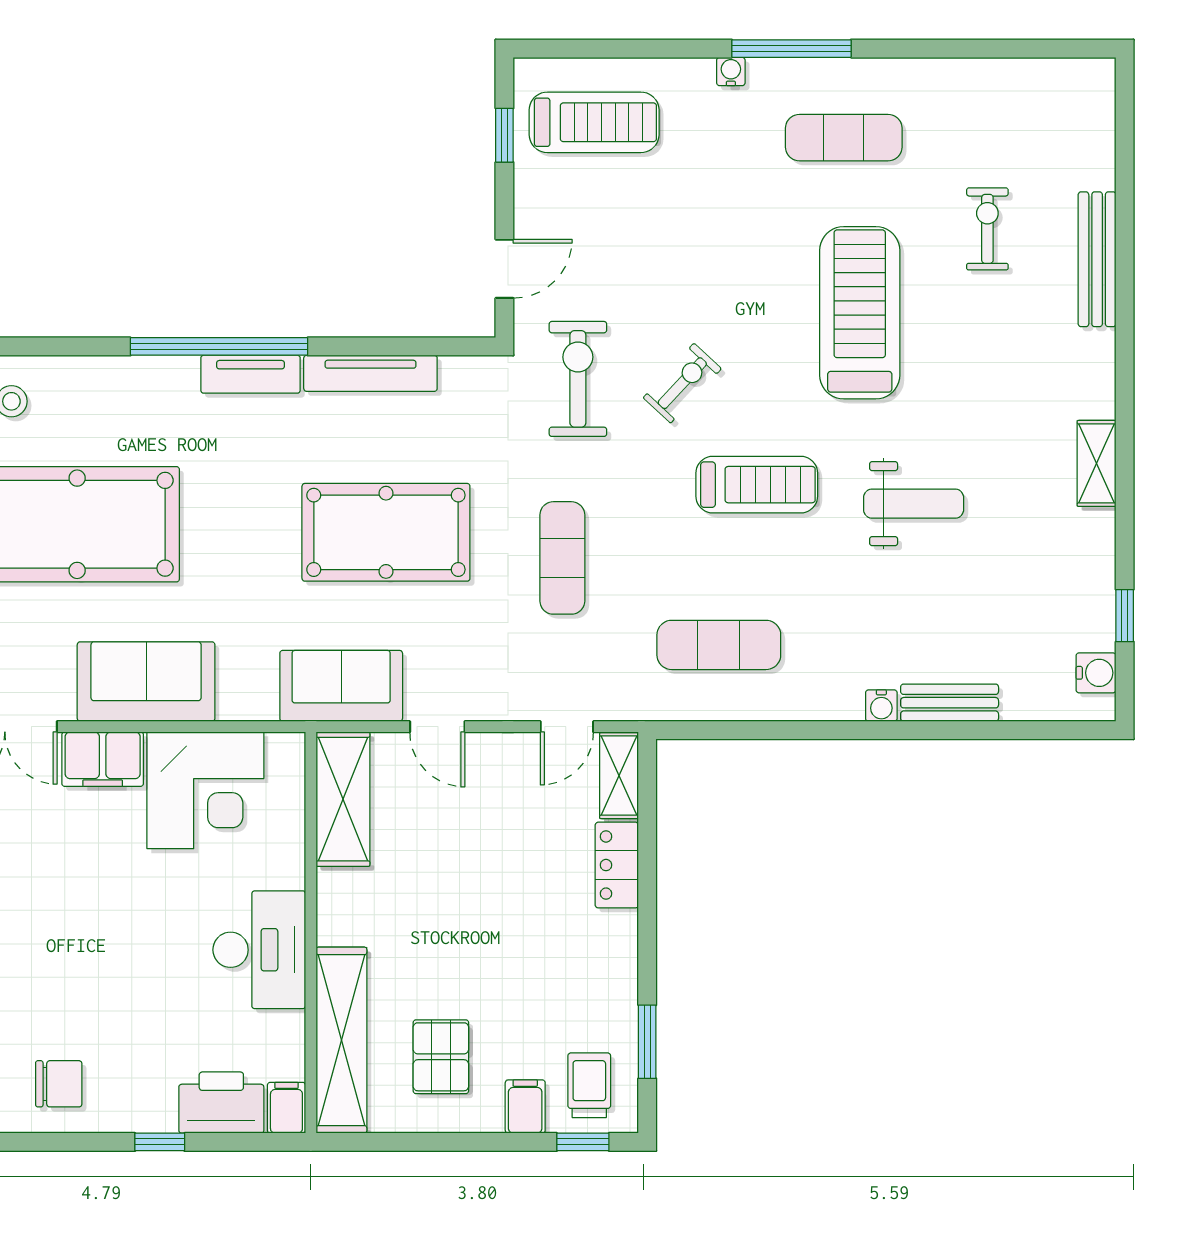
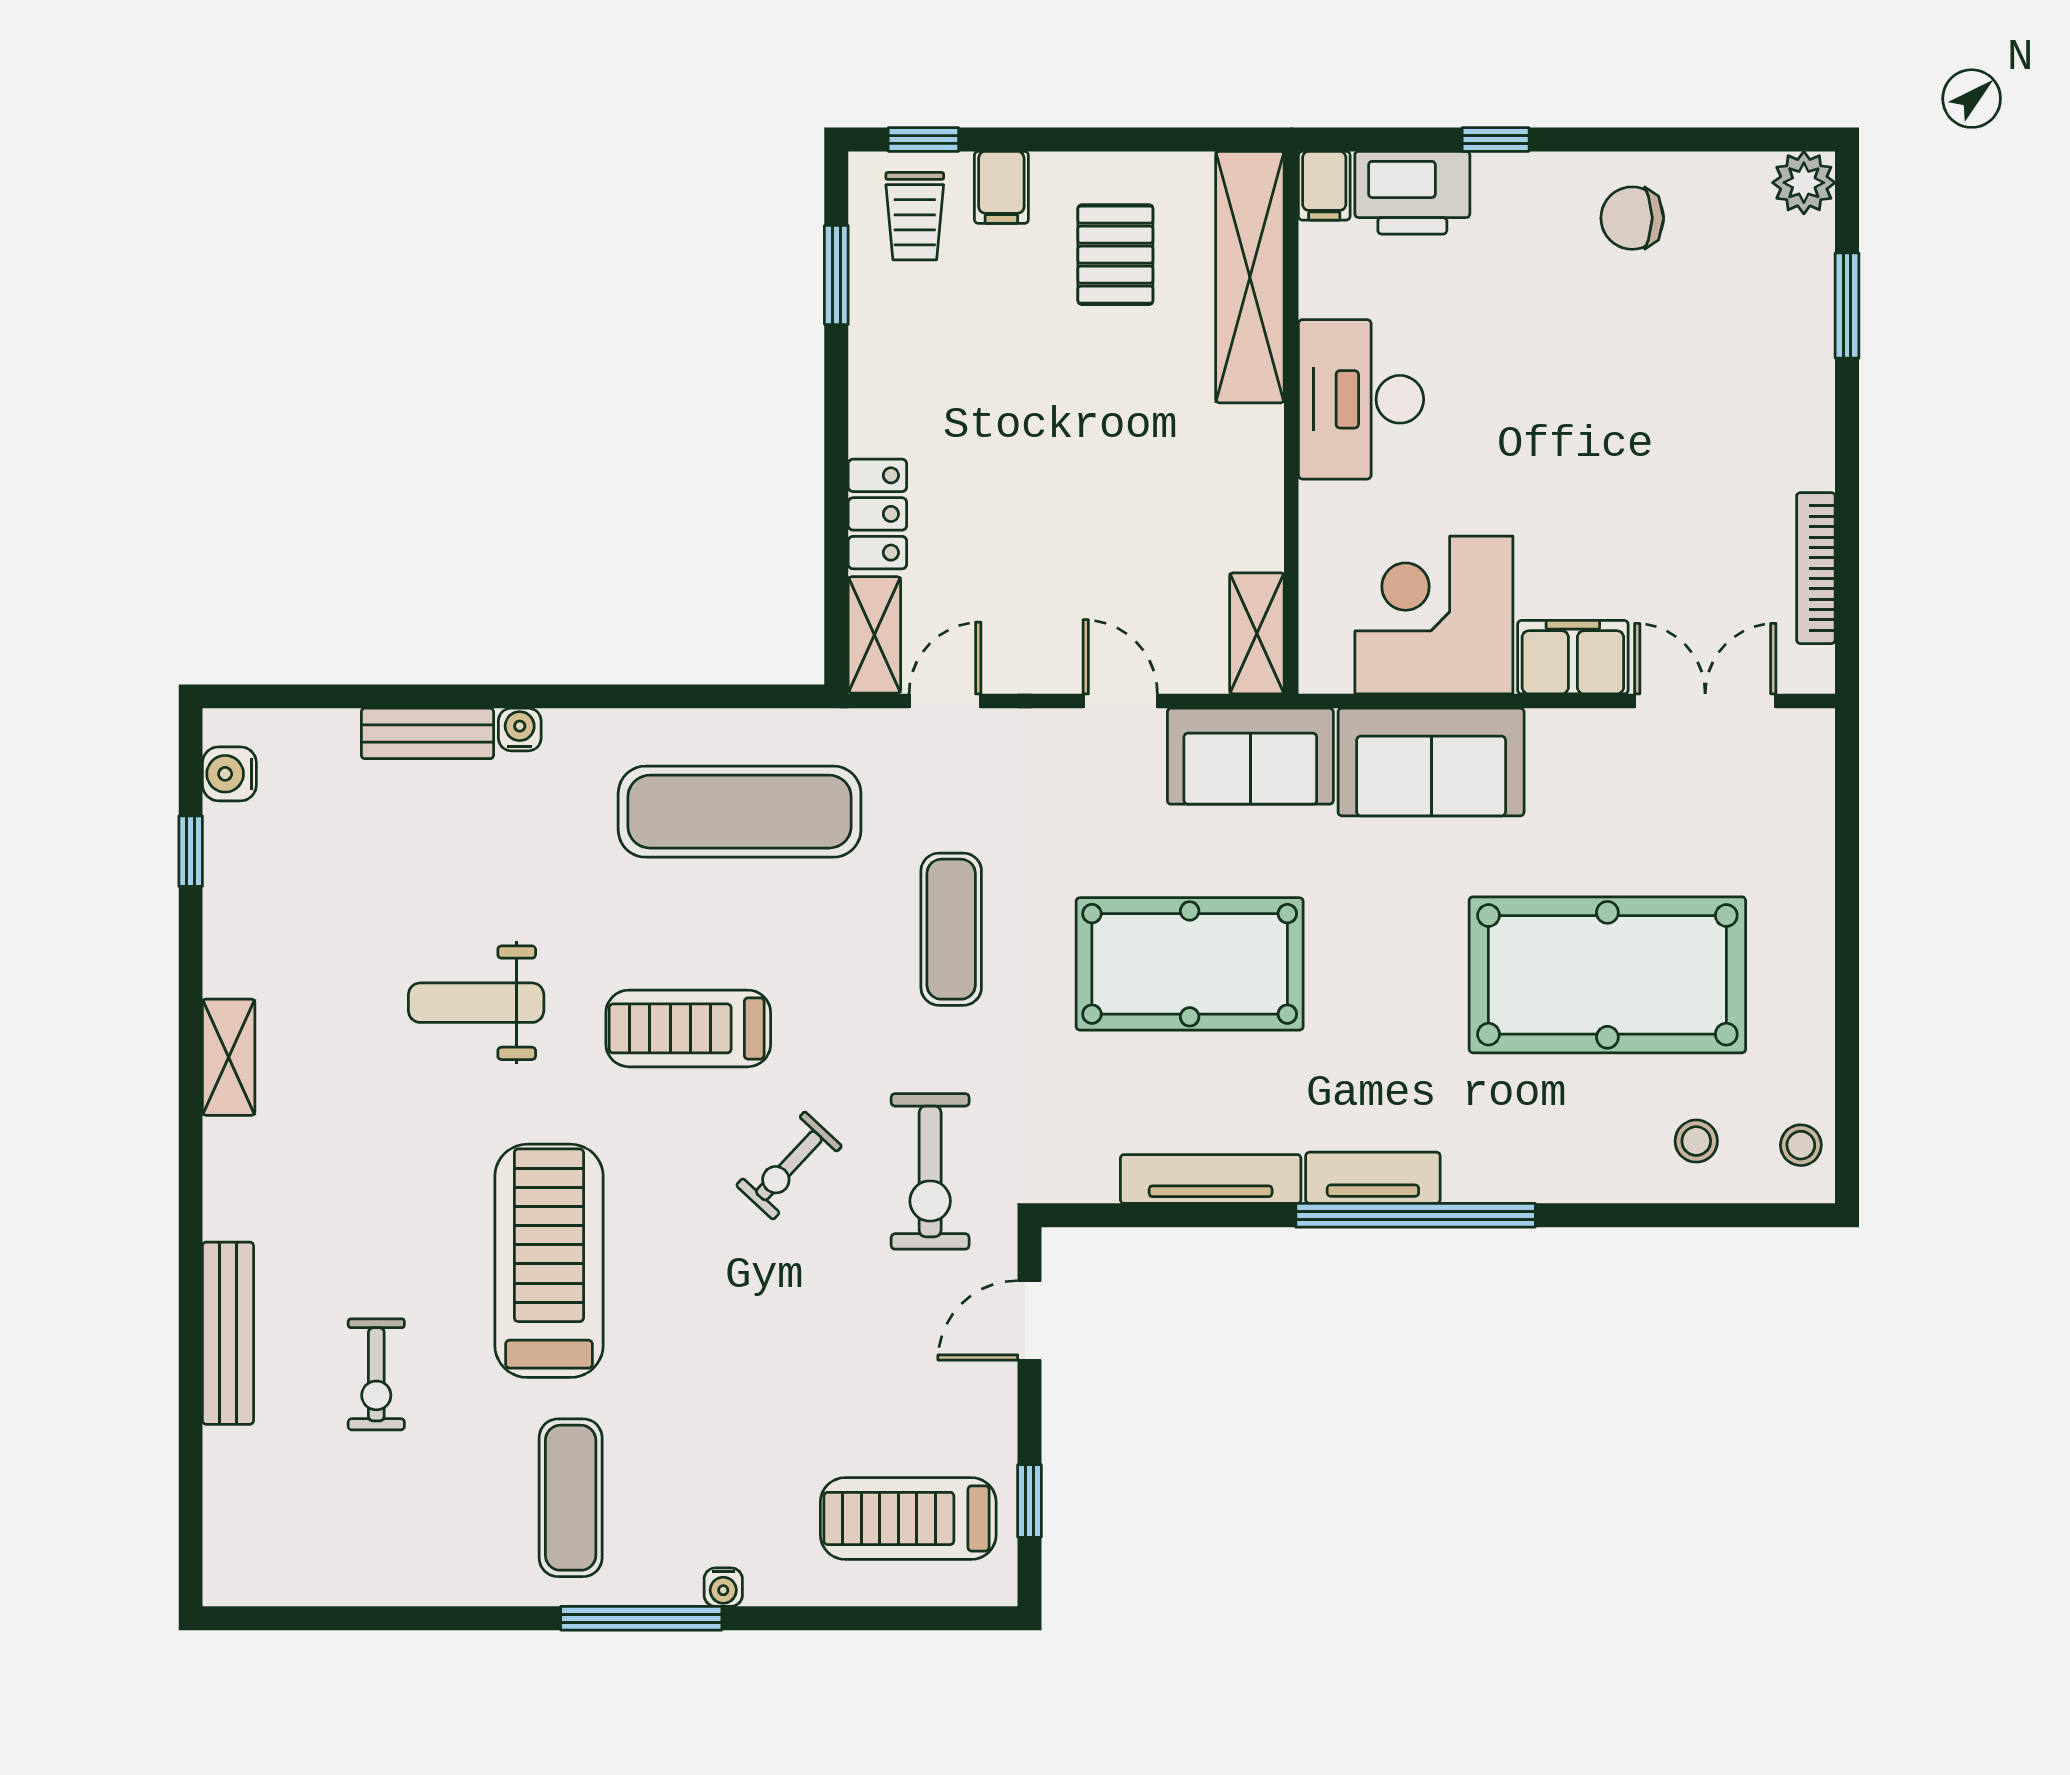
exercise mat: (844, 138) -> (571, 1498), turned 90
treadmill: (860, 313) -> (549, 1261), turned 180
exercise mat: (719, 645) -> (740, 812), width x1.36, depth x1.45
sofa: (146, 682) -> (1431, 762), moved
shelving: (343, 799) -> (1257, 633), width x0.67, depth x0.75

